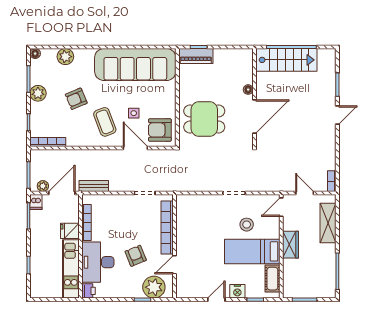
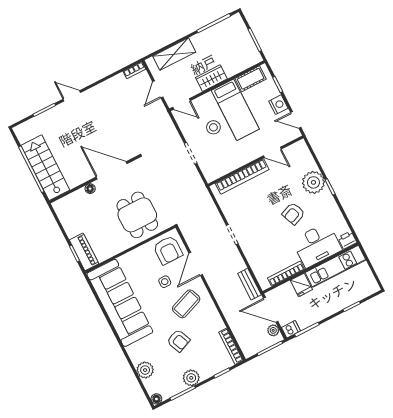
bookcase: (167, 228) -> (242, 176), moved
wall: (175, 246) -> (256, 161), moved
door: (175, 265) -> (272, 152), moved

